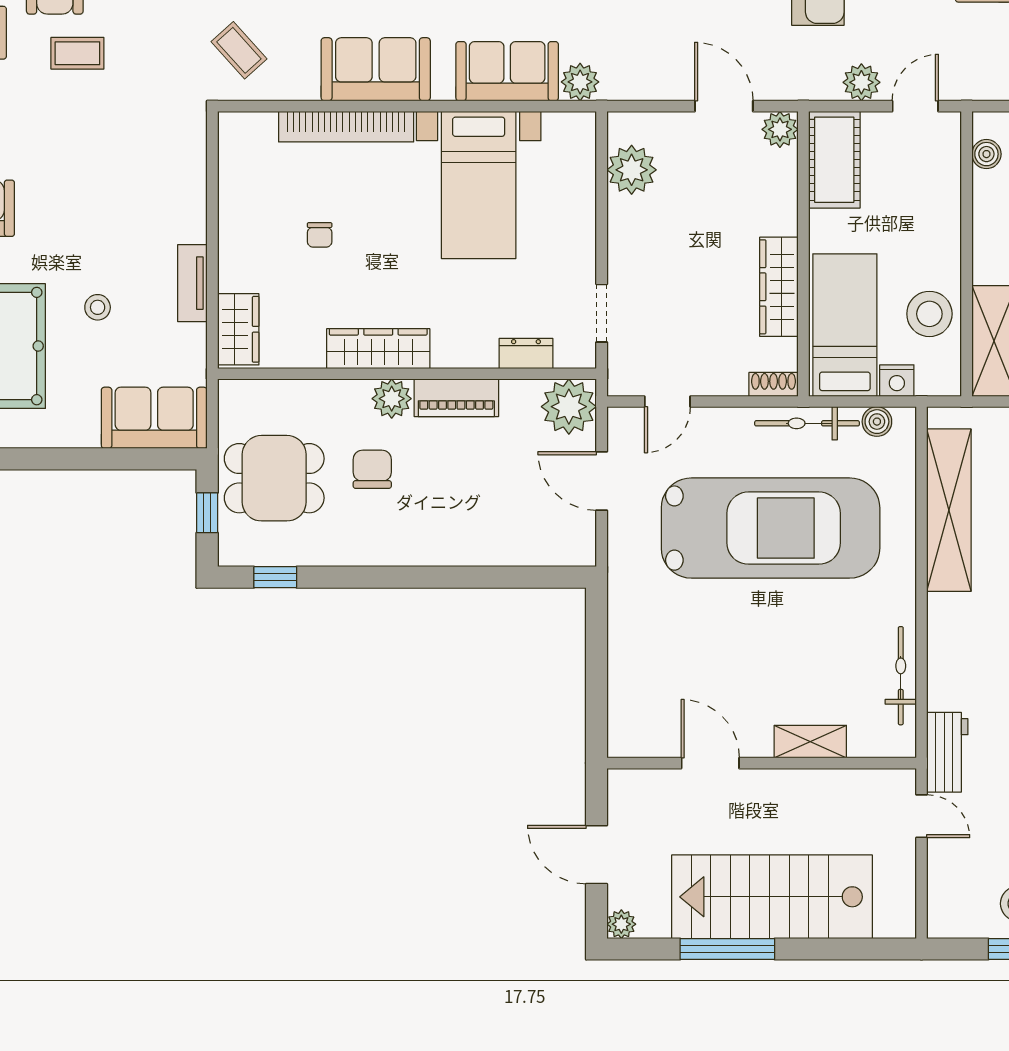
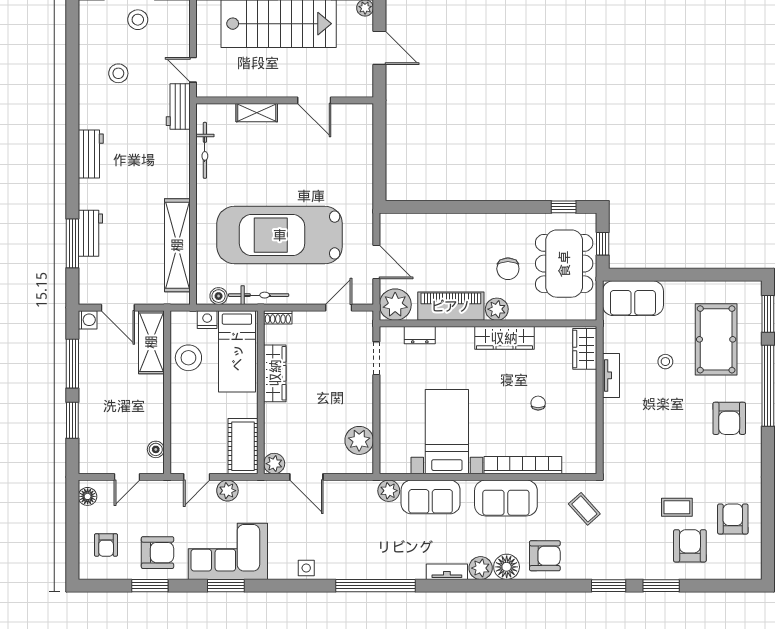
piano: (456, 398) -> (451, 306), width x1.37, depth x1.33
dining table: (274, 478) -> (564, 264), width x1.38

